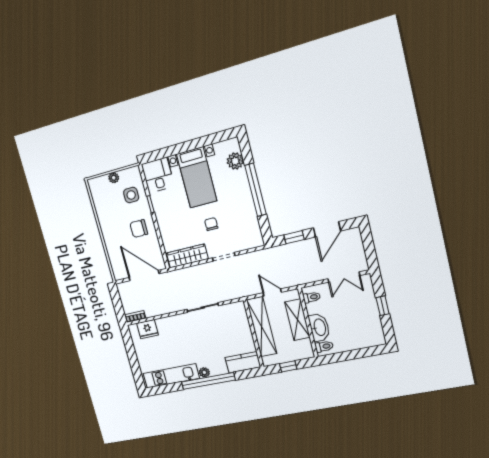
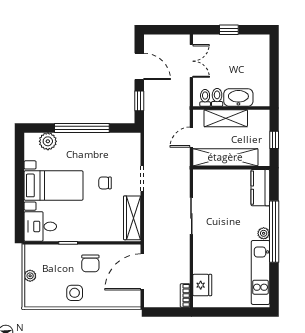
side table: (131, 195) -> (75, 293), moved
toilet: (324, 346) -> (217, 97), moved

